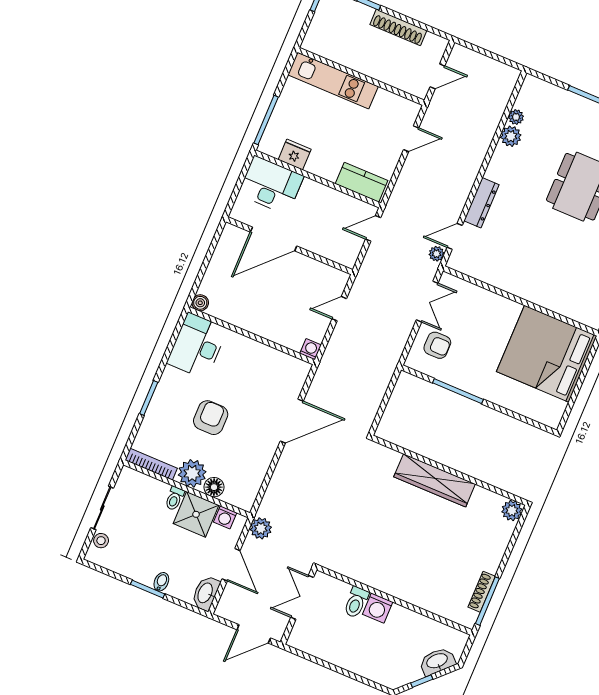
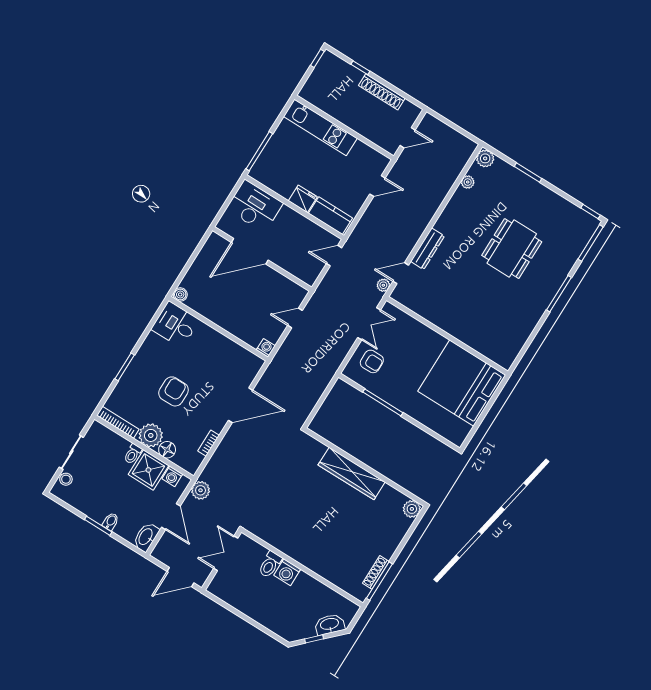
plant: (511, 136) -> (485, 158), moved
fridge: (295, 154) -> (303, 199), moved
desk: (197, 346) -> (175, 325), width x0.73
bookcase: (261, 472) -> (209, 443), added

